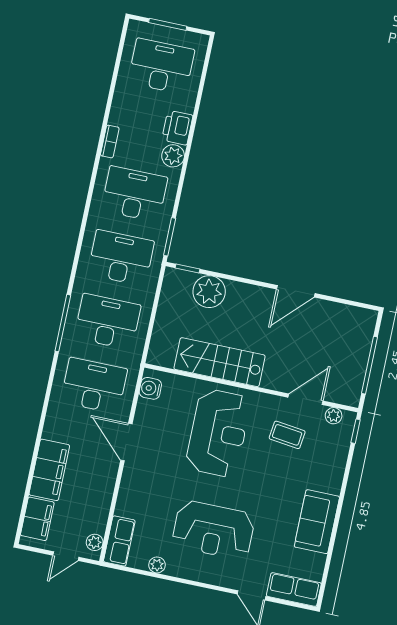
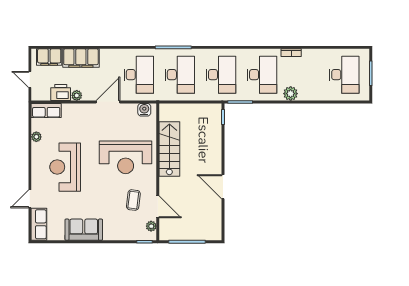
printer: (177, 128) -> (61, 93), moved
plant: (209, 292) -> (211, 133), removed
plant: (95, 542) -> (77, 95), moved

